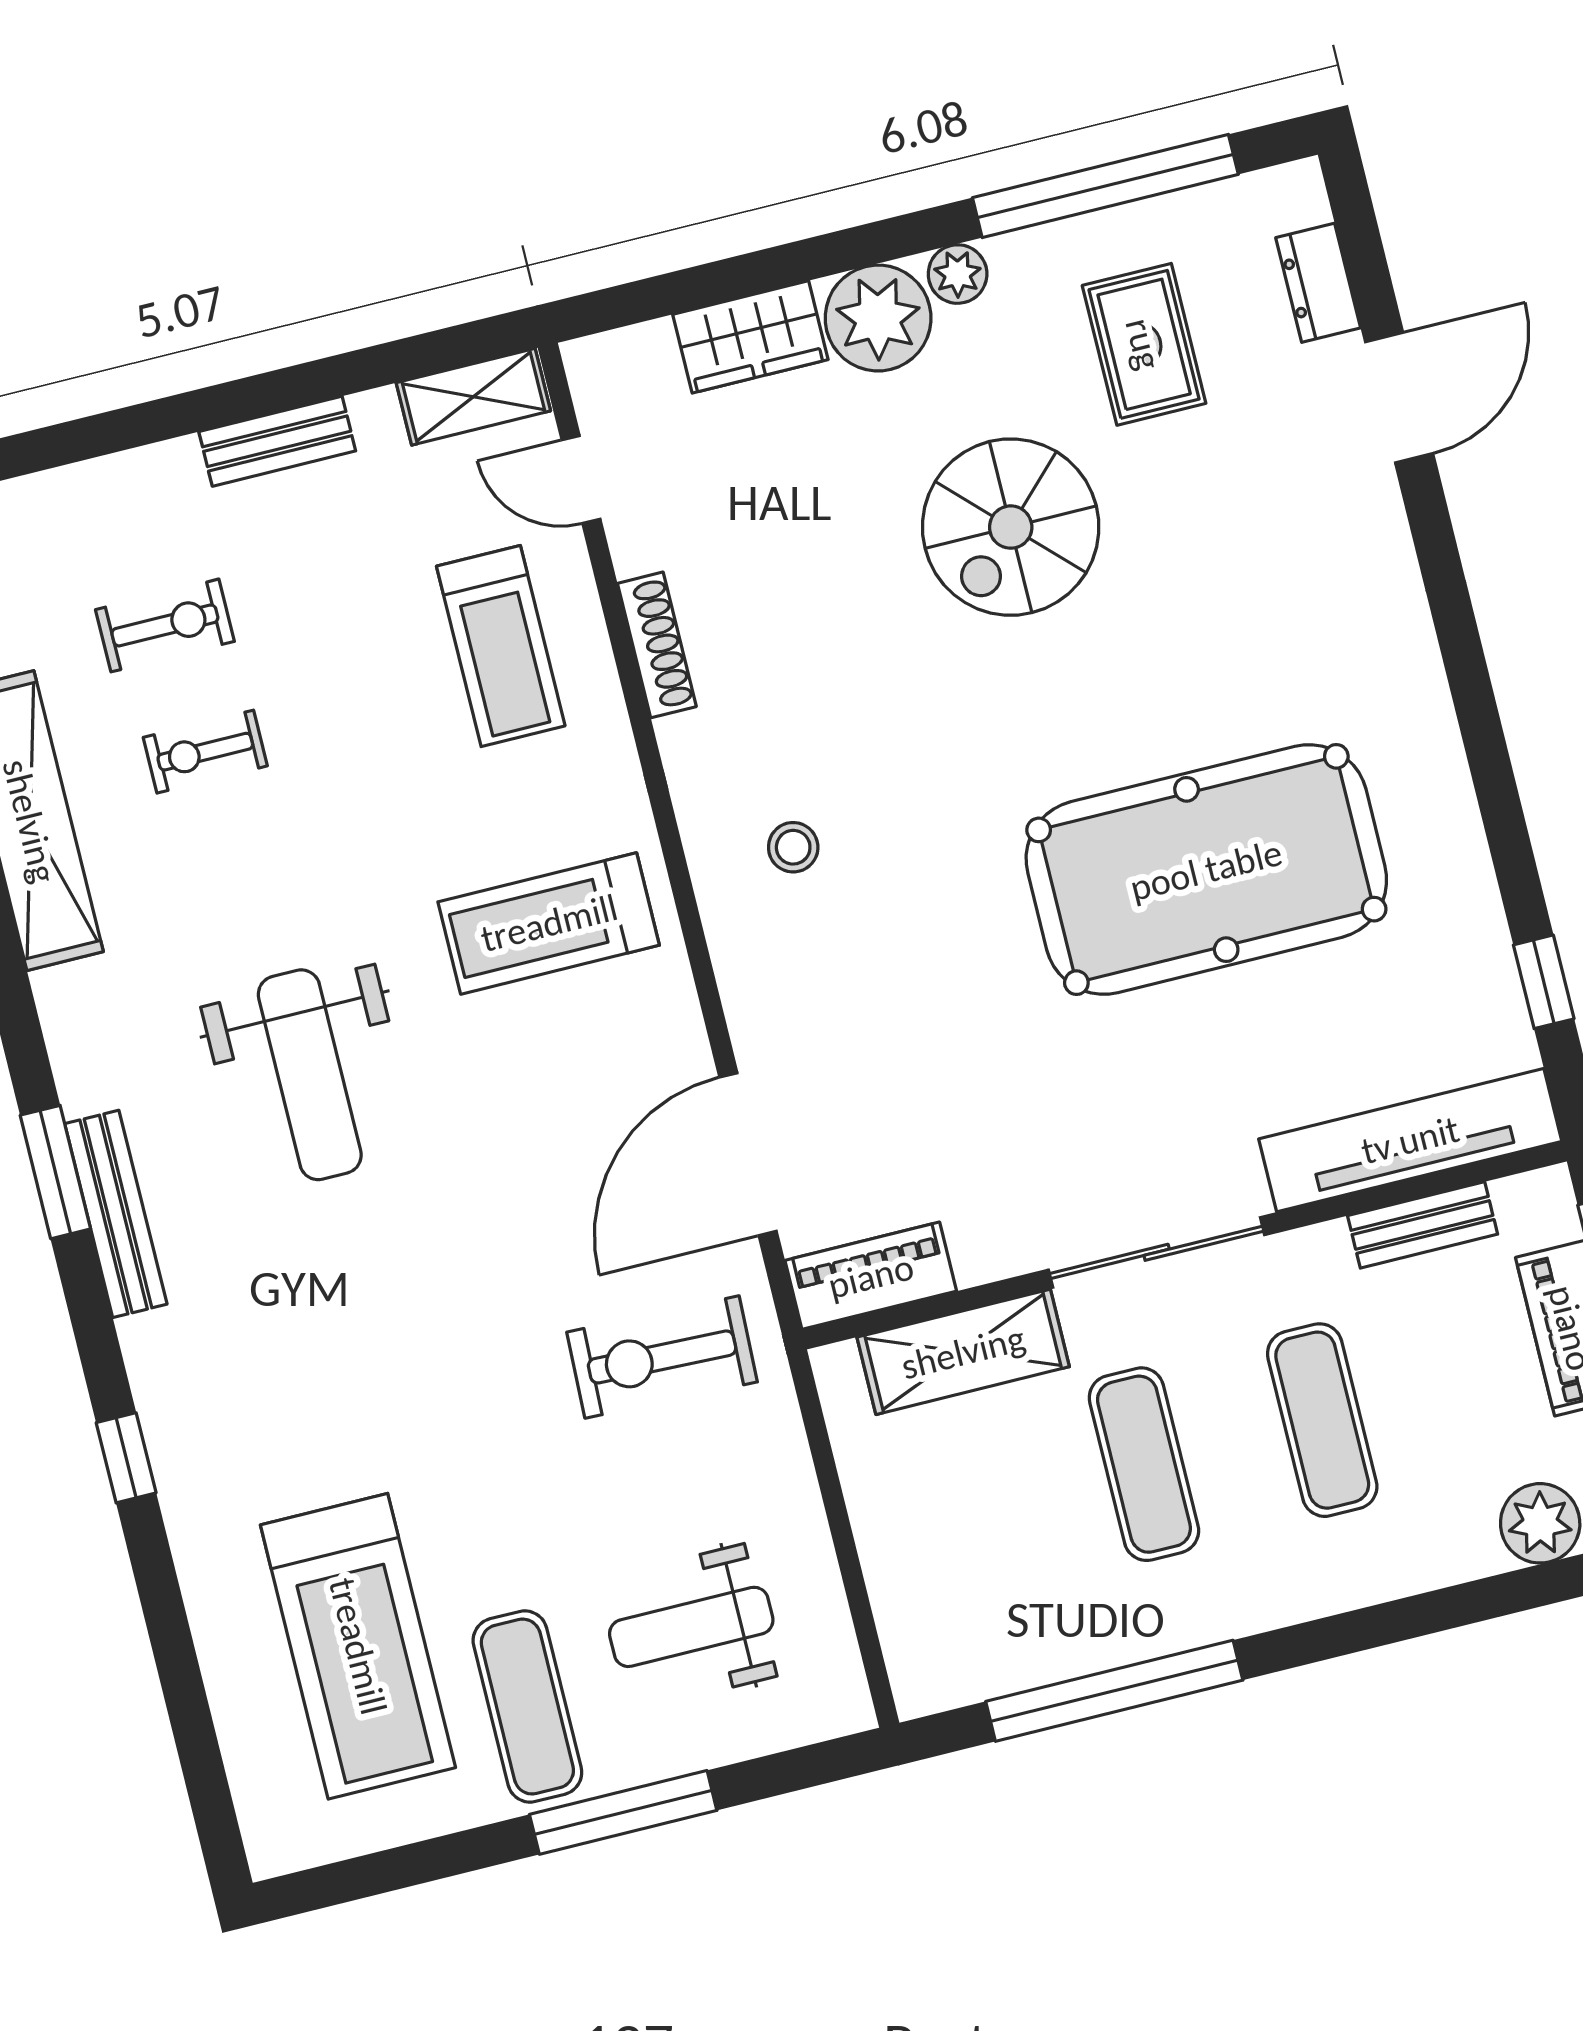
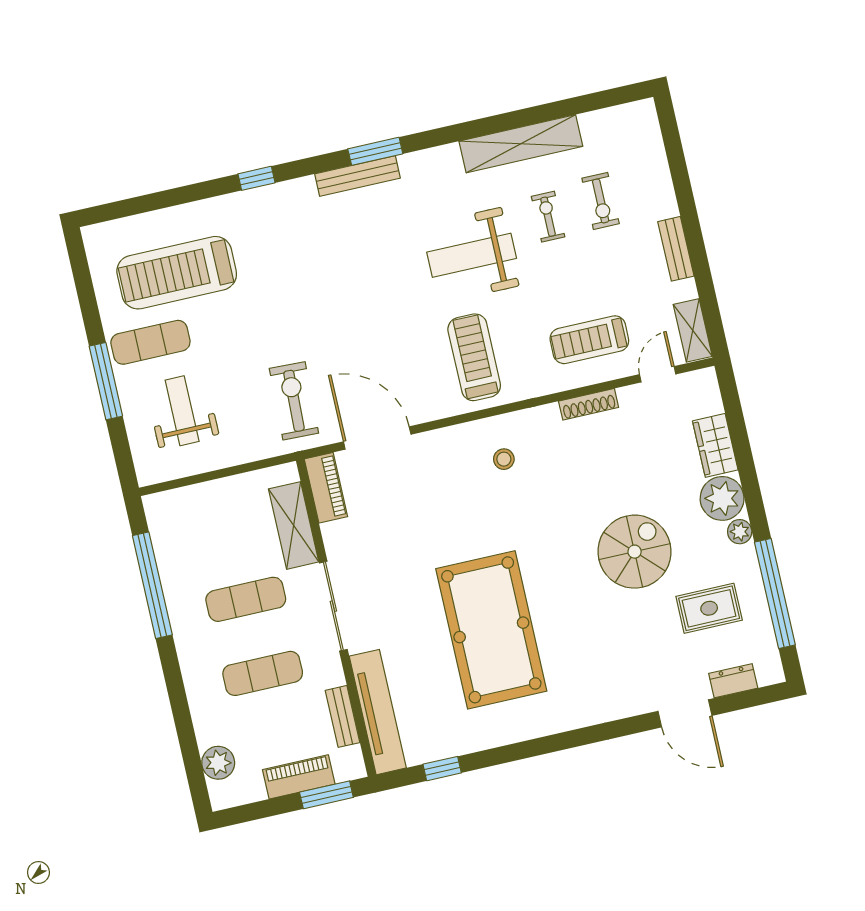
spiral stairs: (1011, 527) -> (635, 552), turned 90
weight bench: (310, 1075) -> (472, 255), moved

